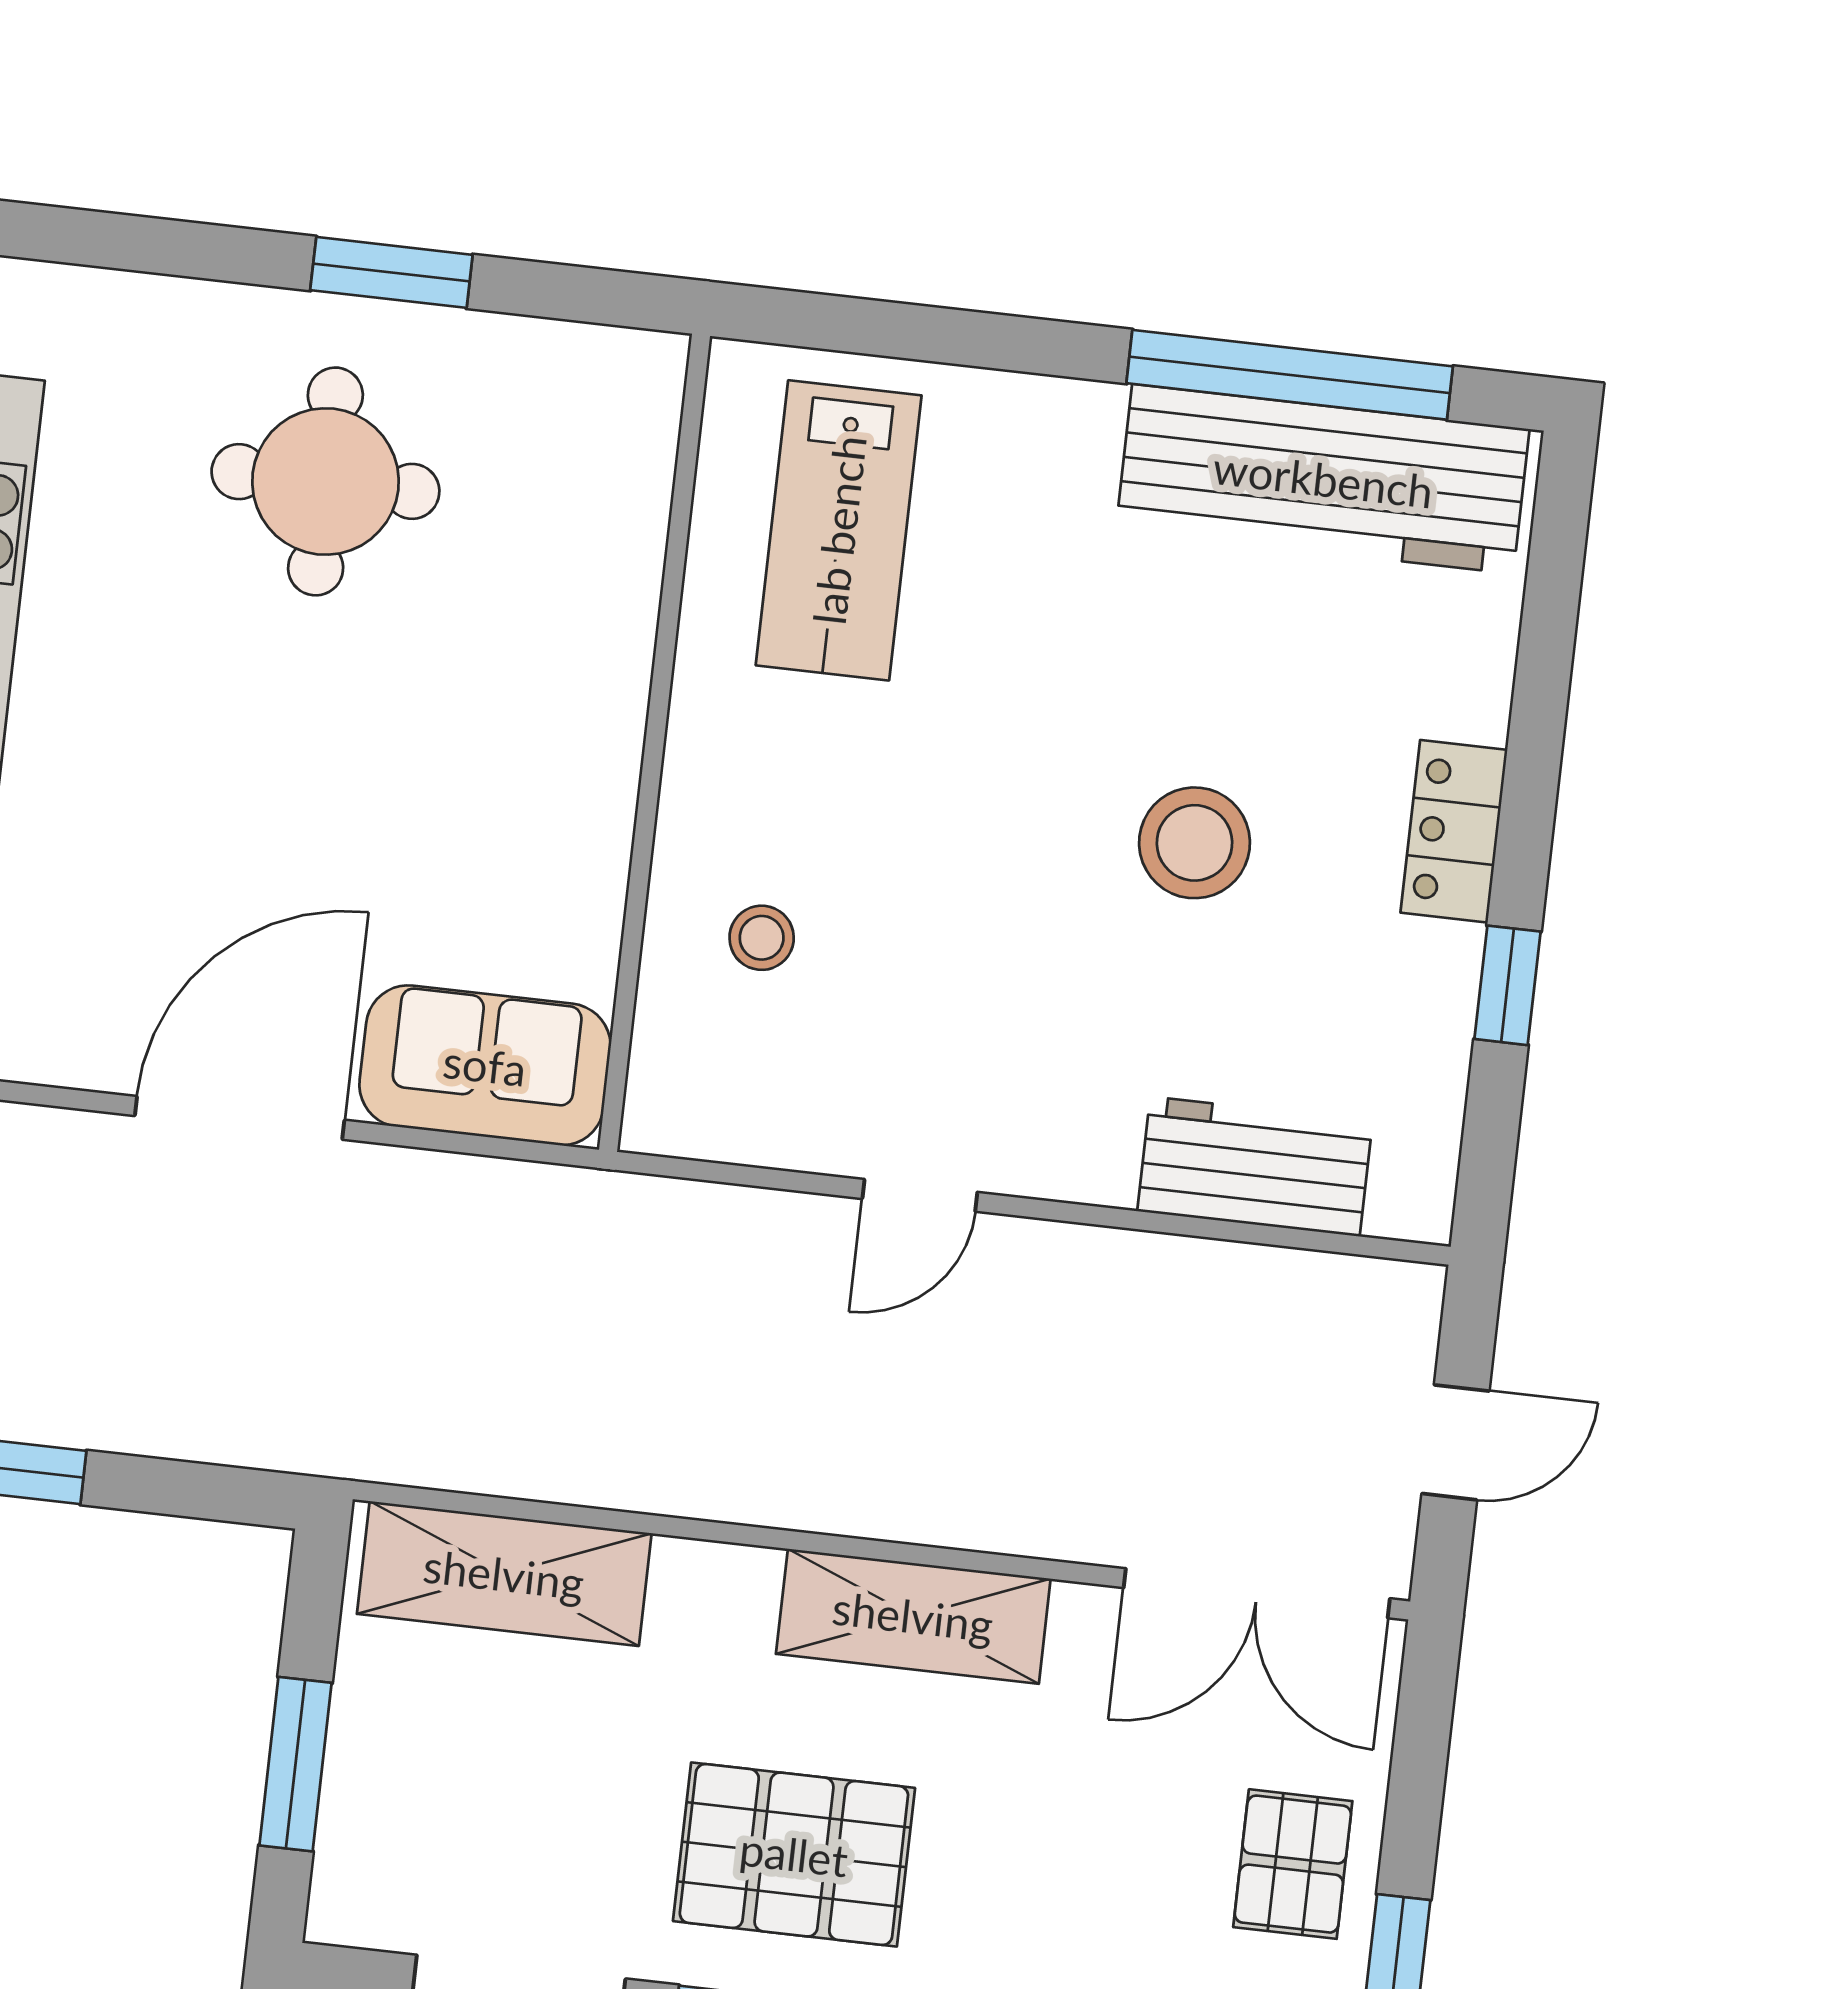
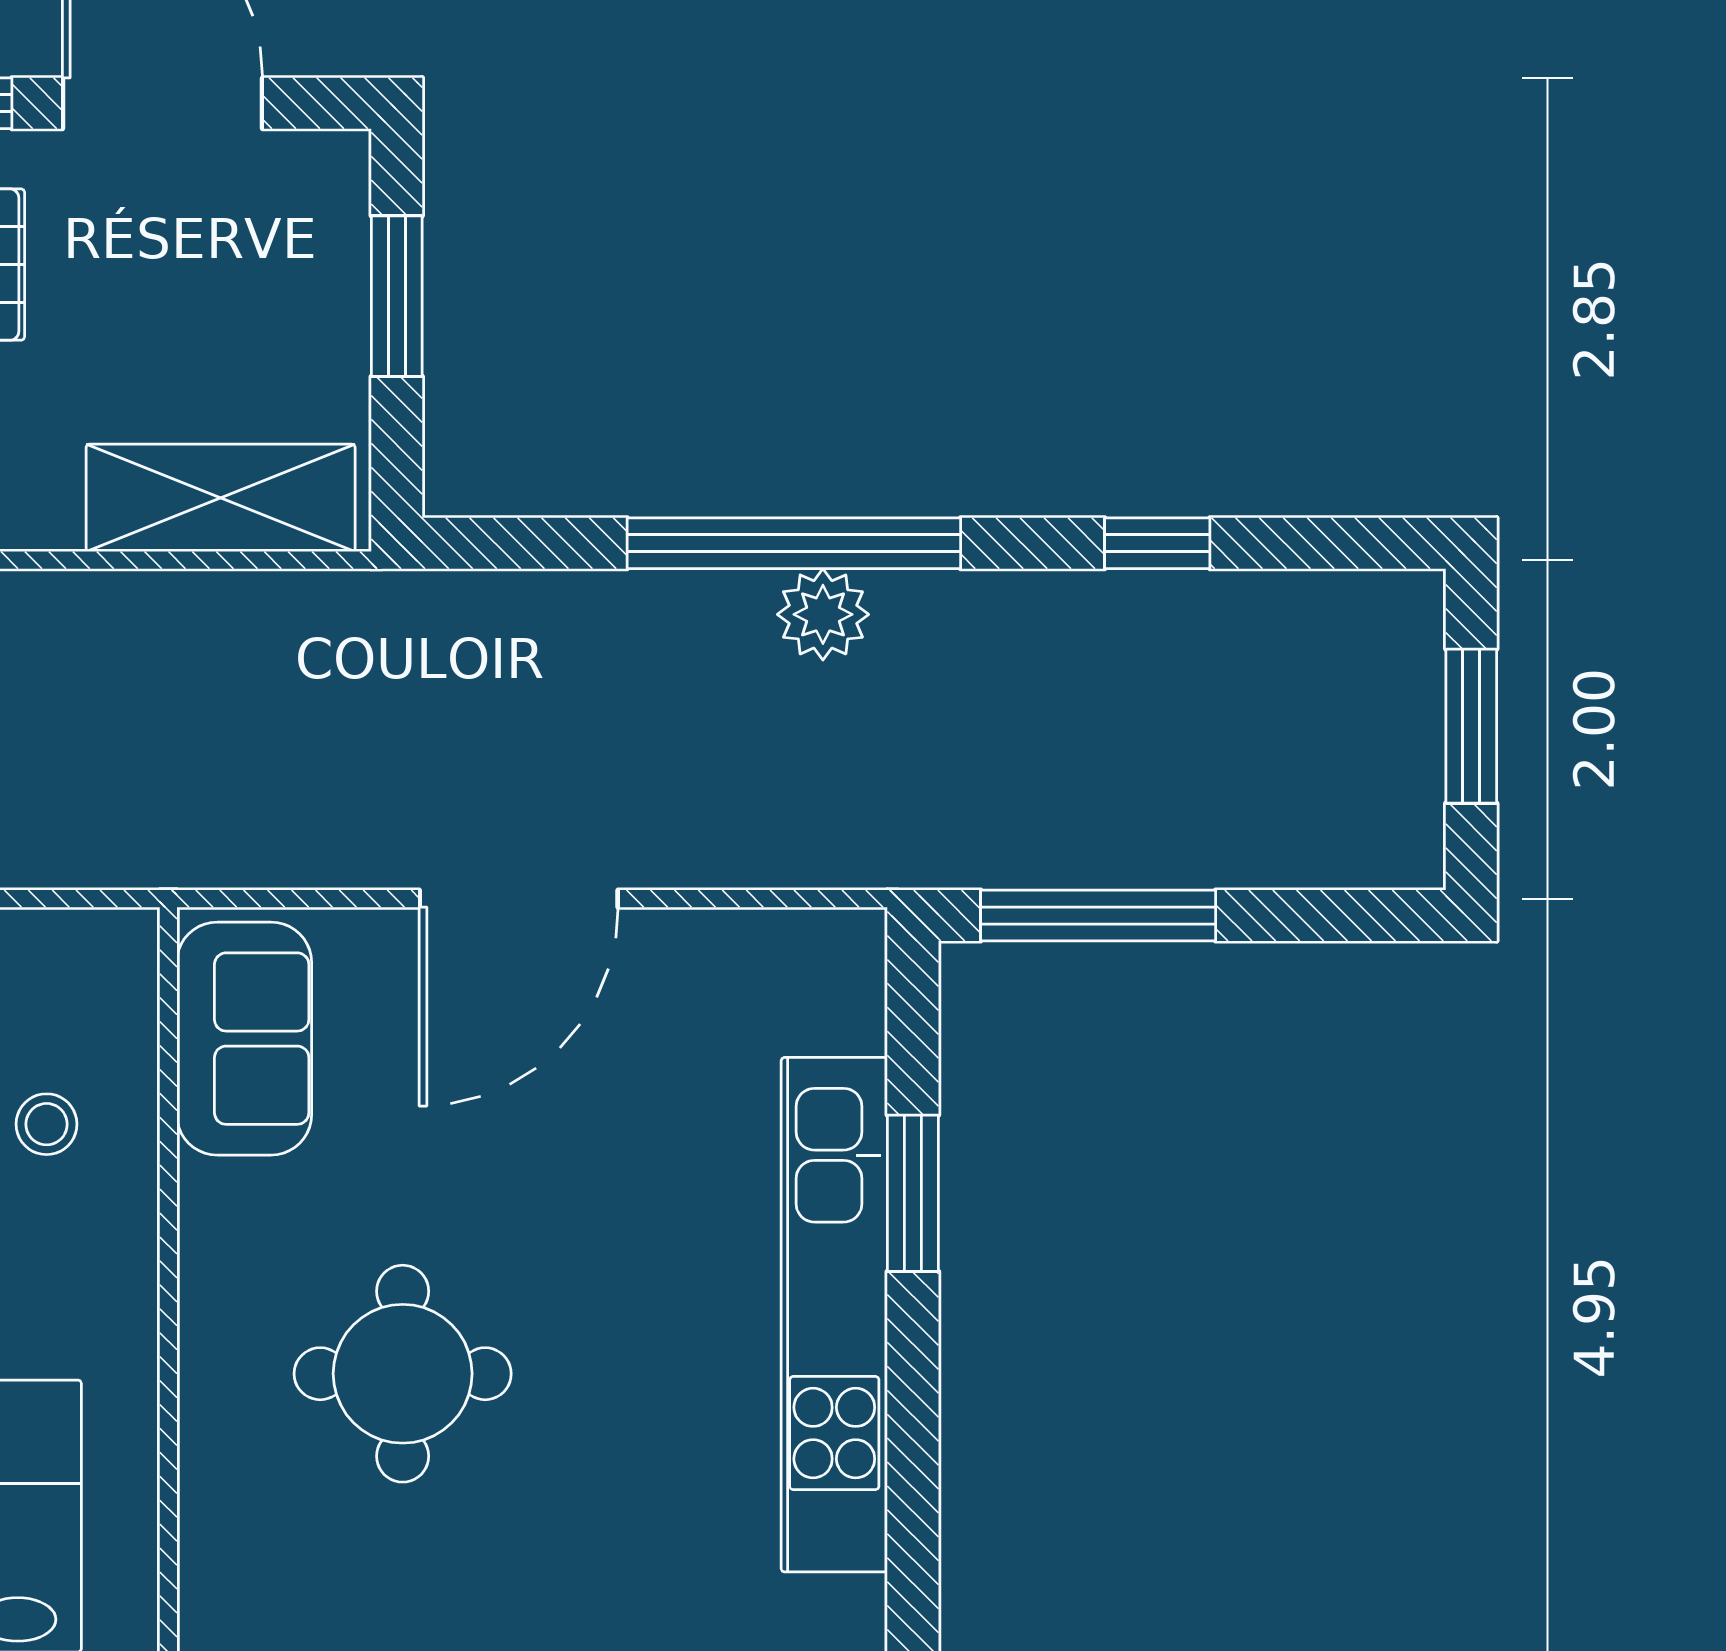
round table: (325, 481) -> (403, 1374), moved
sofa: (485, 1065) -> (244, 1039), moved, turned -90

